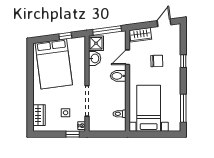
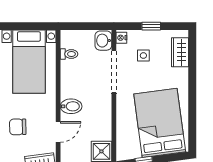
washbasin: (95, 58) -> (103, 41), moved
window: (73, 134) -> (151, 26), moved

